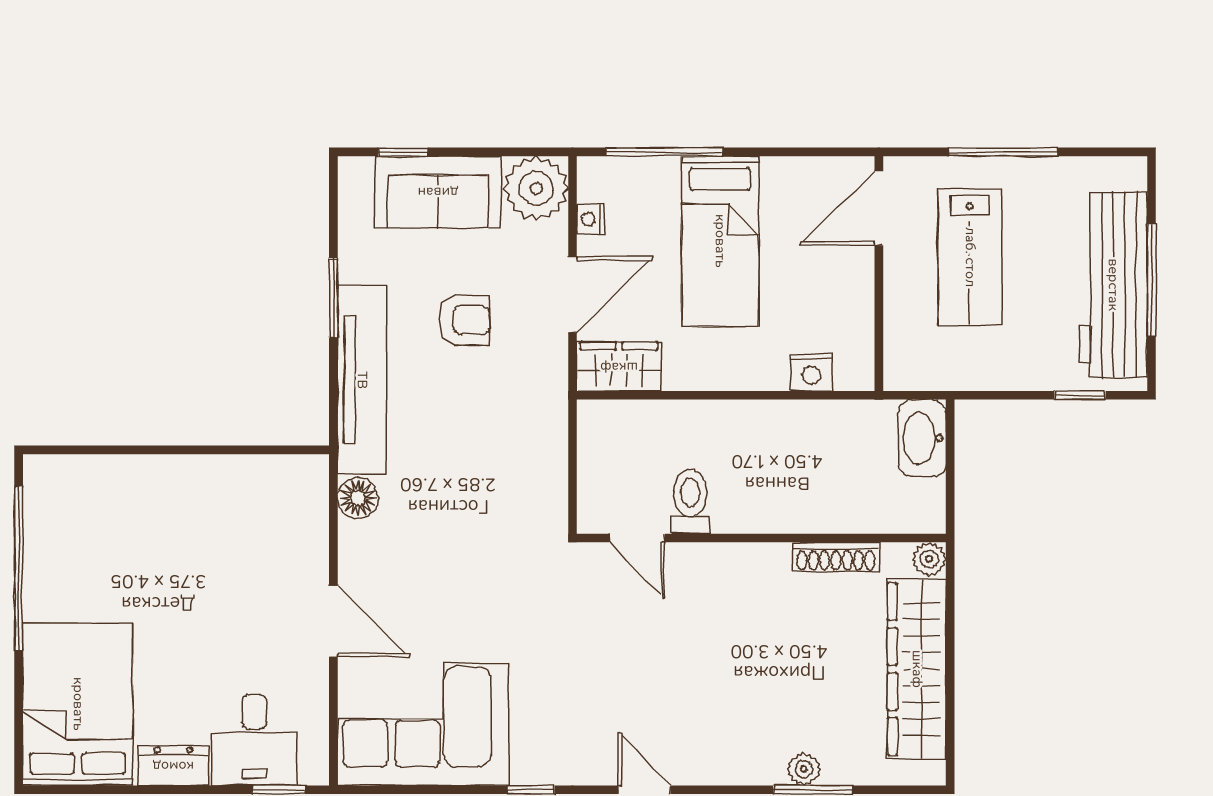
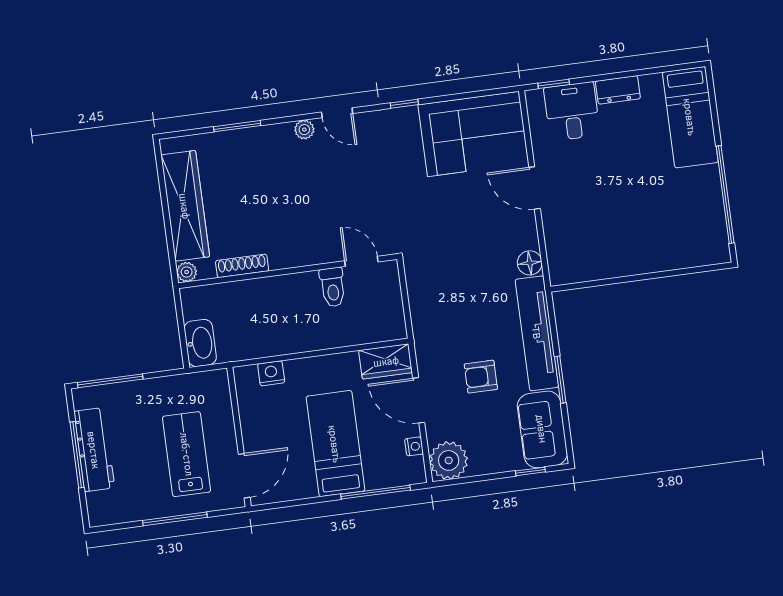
sofa: (438, 192) -> (542, 429), moved, turned -90
workbench: (1113, 285) -> (94, 450), width x0.73, depth x0.76
door: (573, 295) -> (419, 400), hinge flipped
window: (1080, 395) -> (110, 381), width x2.17
bed: (78, 704) -> (690, 117), width x0.67
plant: (804, 769) -> (304, 130), moved

